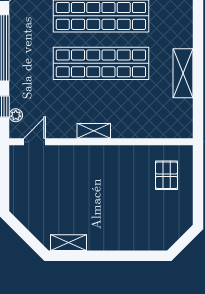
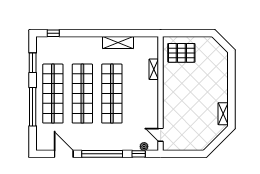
shelving: (94, 131) -> (154, 69), moved
pallet: (167, 175) -> (181, 53), width x1.50, depth x1.42

